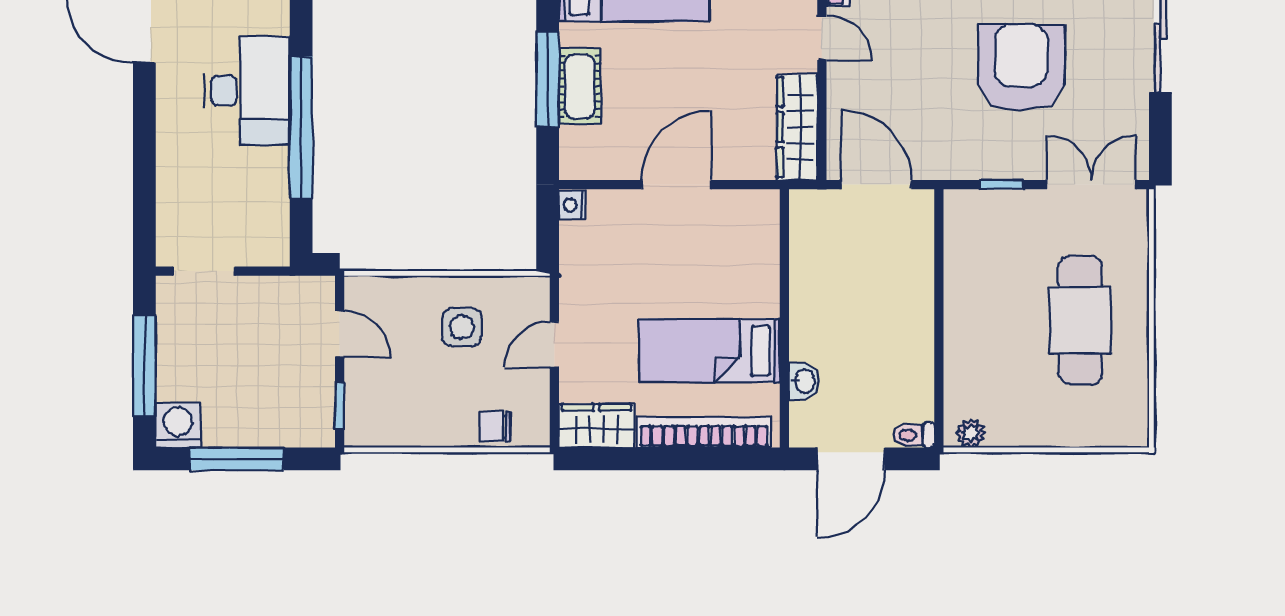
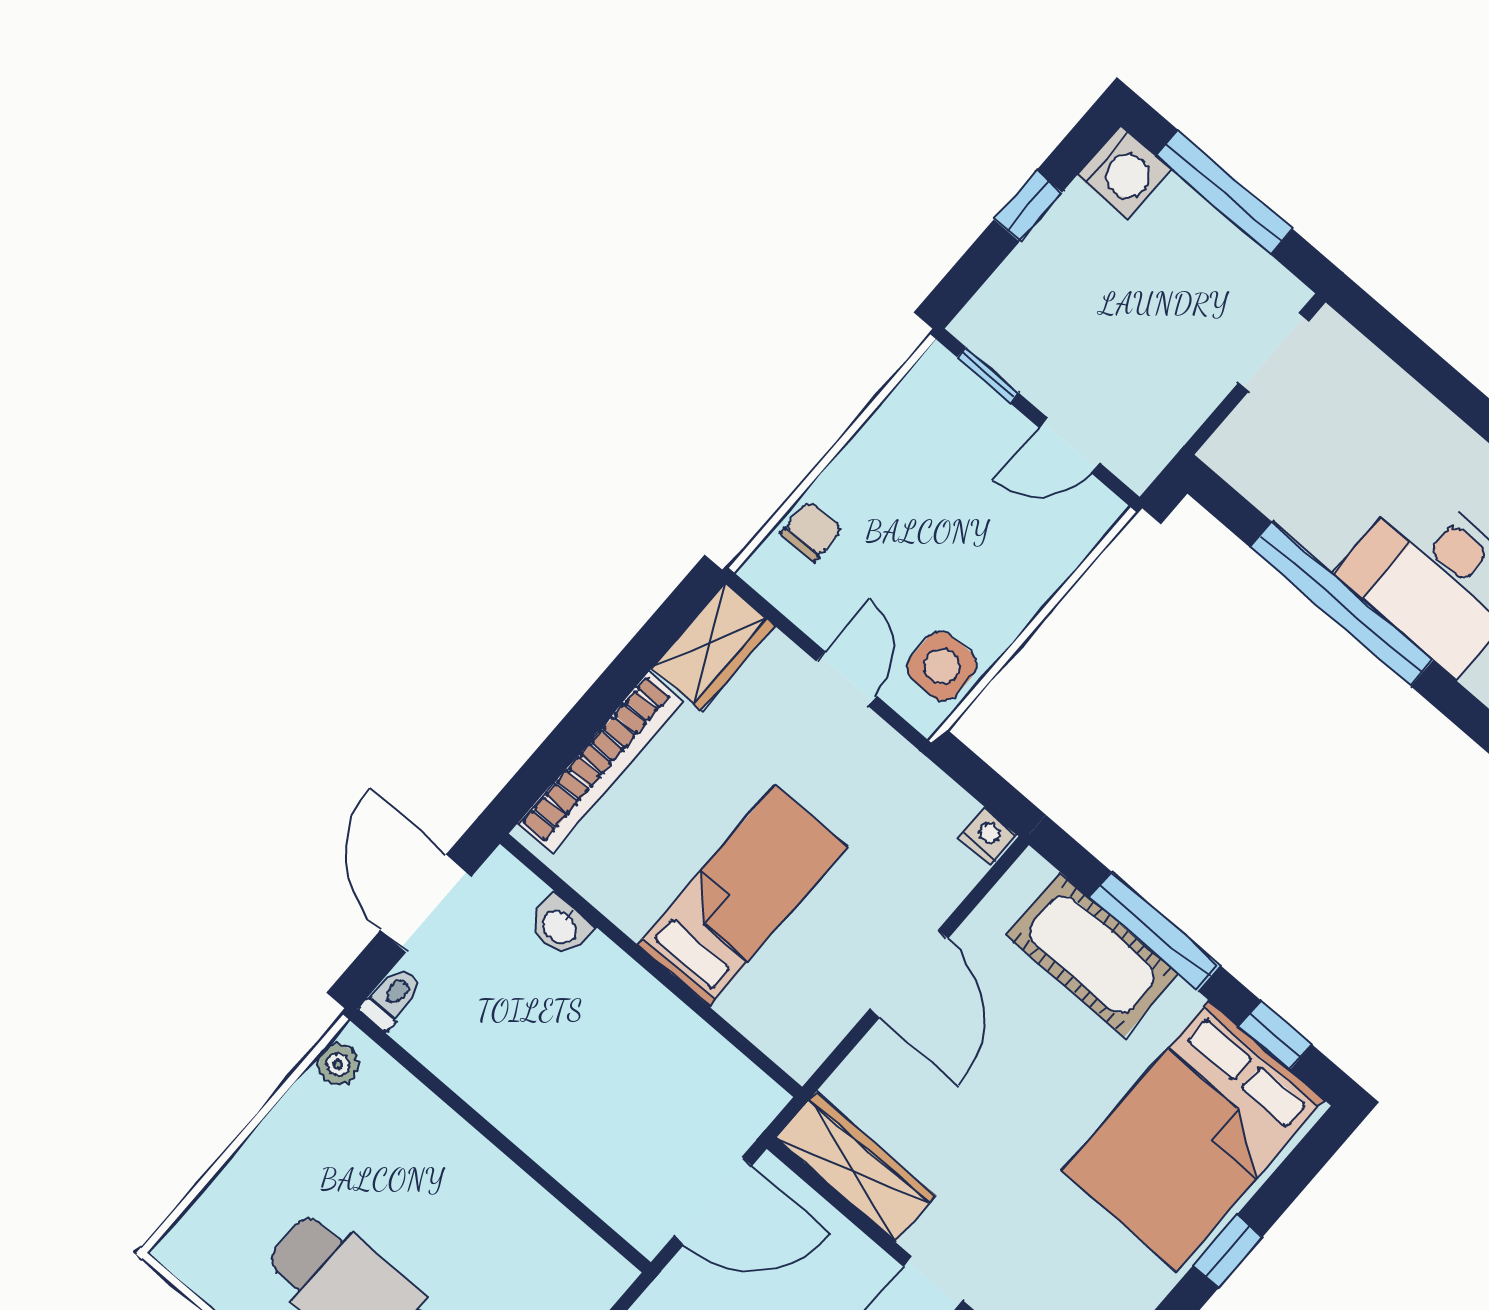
cot: (580, 86) -> (1092, 954), width x1.37, depth x1.34
side table: (462, 327) -> (942, 666), moved
bed: (709, 351) -> (742, 896), moved
window: (237, 459) -> (1028, 206), width x0.46

